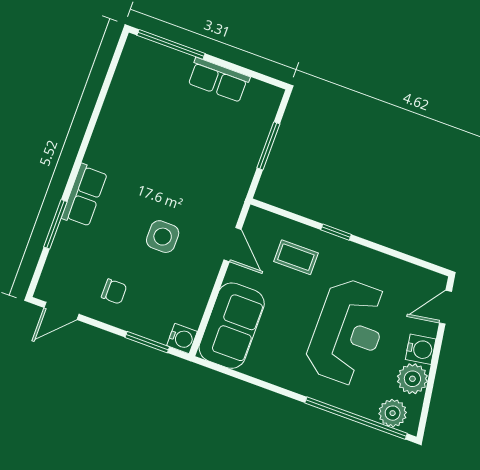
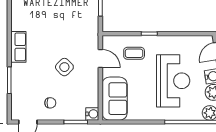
row of seats: (84, 195) -> (18, 47), moved
side table: (163, 237) -> (64, 67), turned 45

